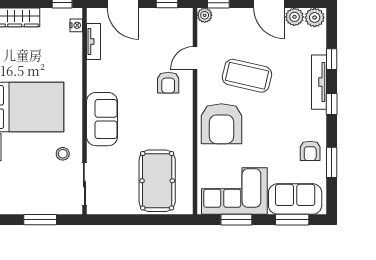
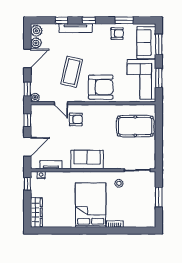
sofa: (102, 119) -> (87, 160), moved

